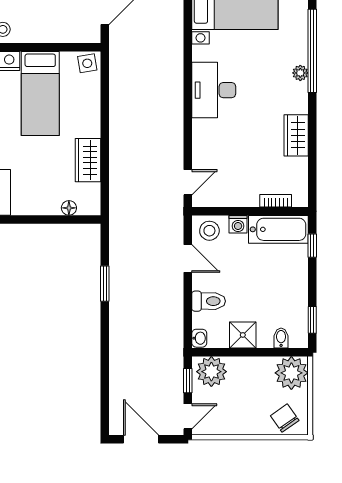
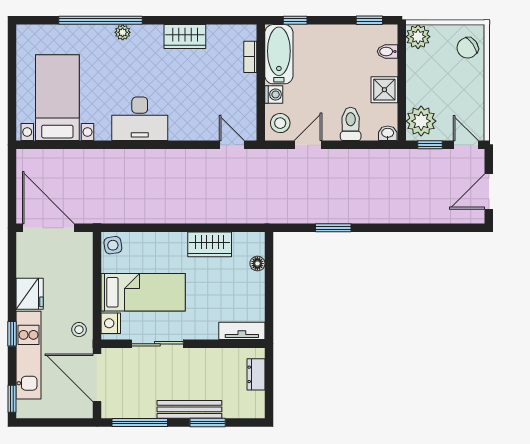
plant: (291, 373) -> (418, 37), width x0.73, depth x0.73

